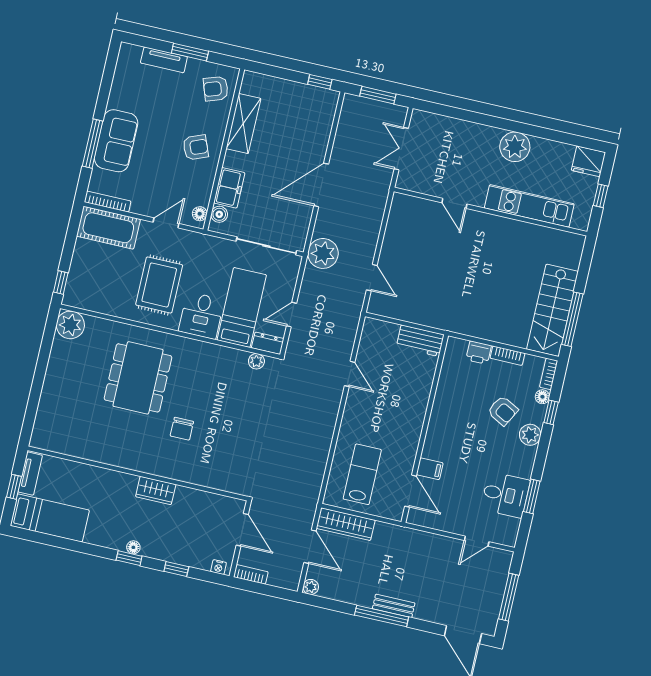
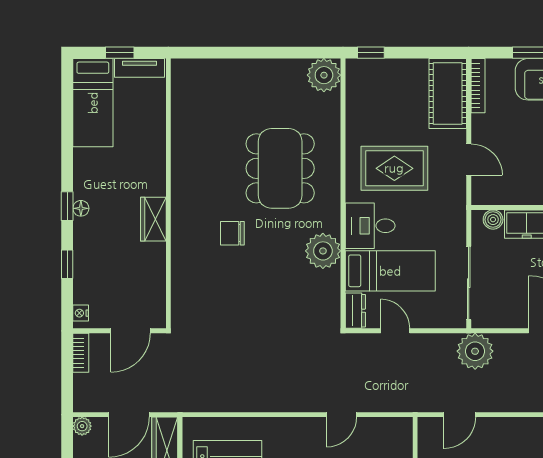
floor lamp: (200, 214) -> (488, 196), removed
plant: (256, 361) -> (323, 251), moved, width x1.88, depth x1.88
dining table: (138, 378) -> (280, 168), turned 90

